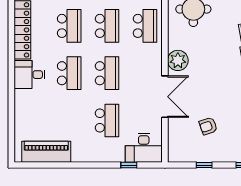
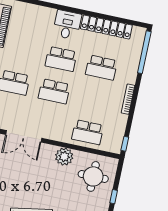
school desk: (107, 26) -> (94, 100), removed
plant: (178, 60) -> (64, 157), moved

